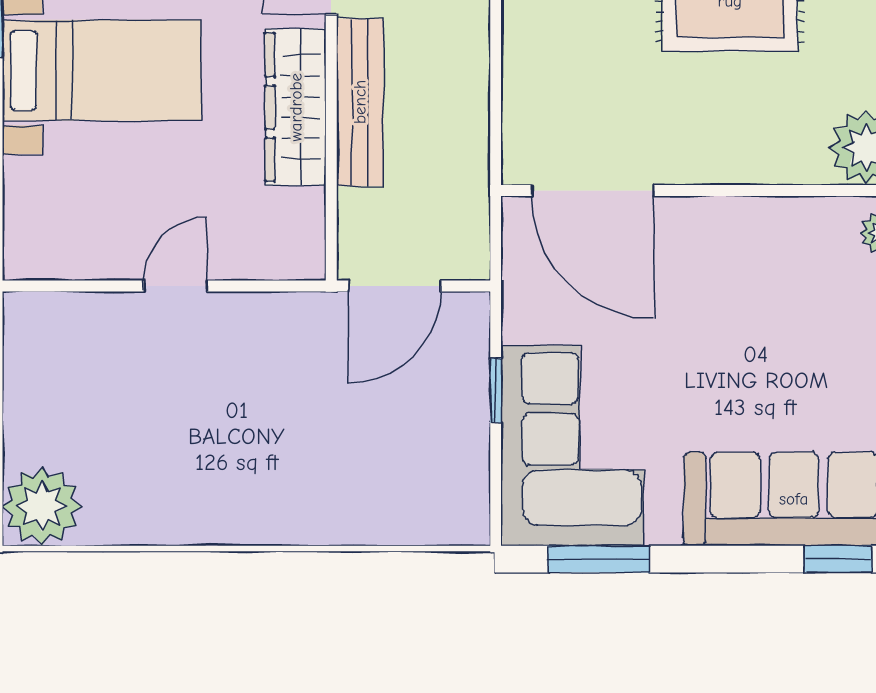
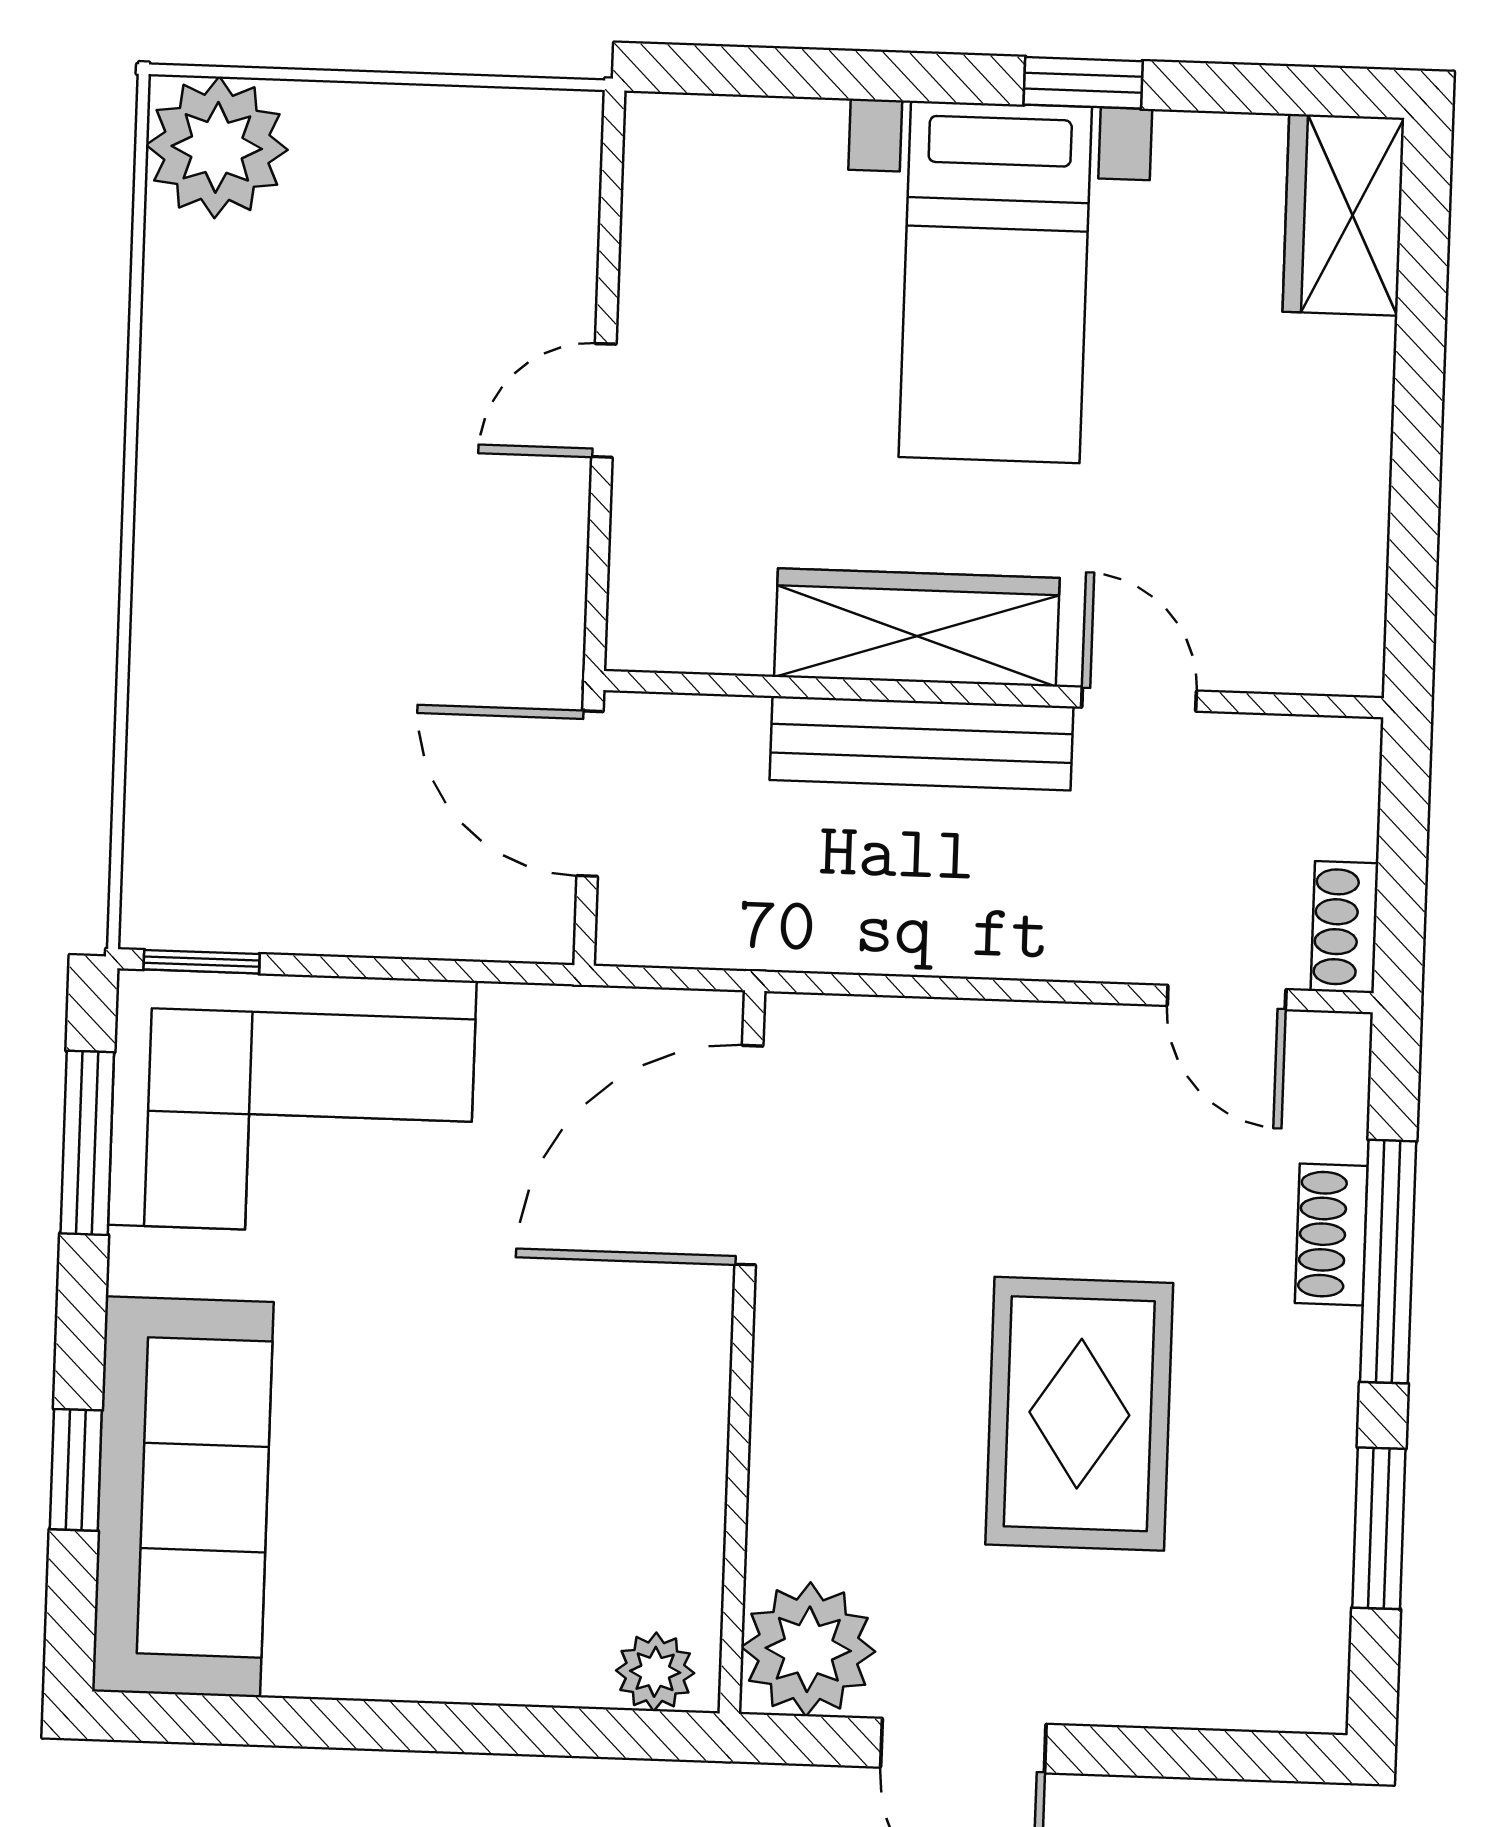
door: (175, 286) -> (604, 400), swing flipped
window: (496, 390) -> (202, 962), moved
window: (838, 559) -> (76, 1470), moved

